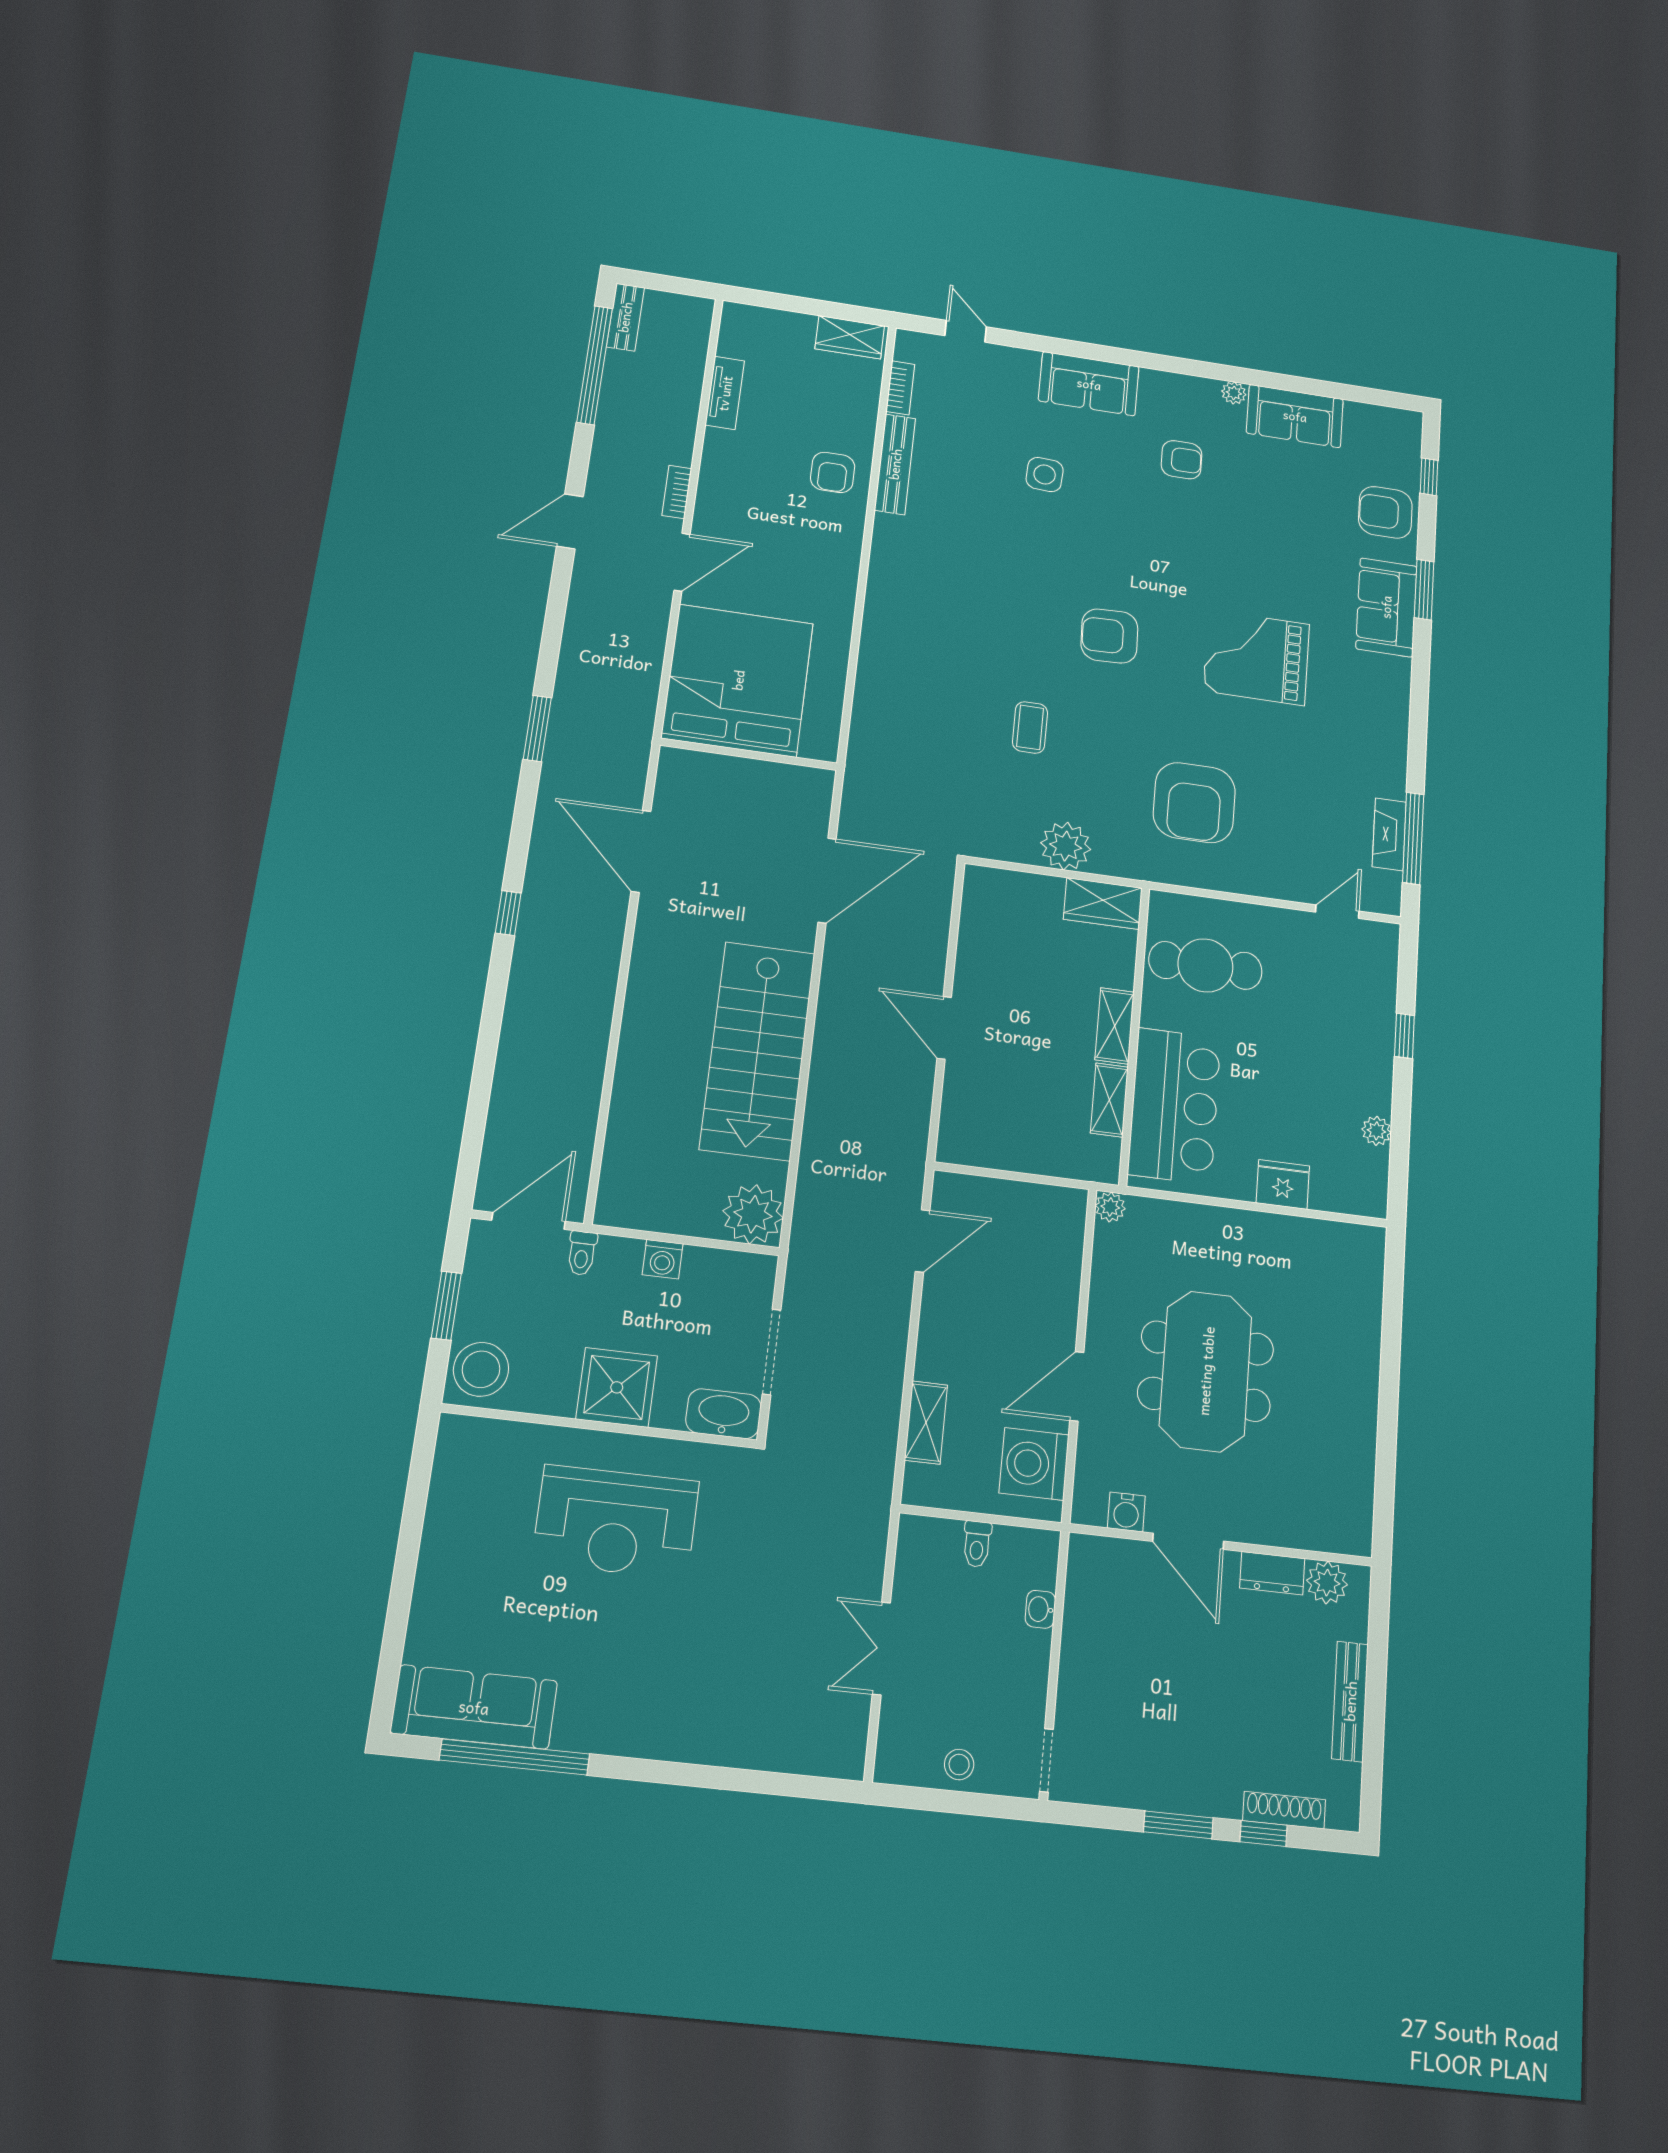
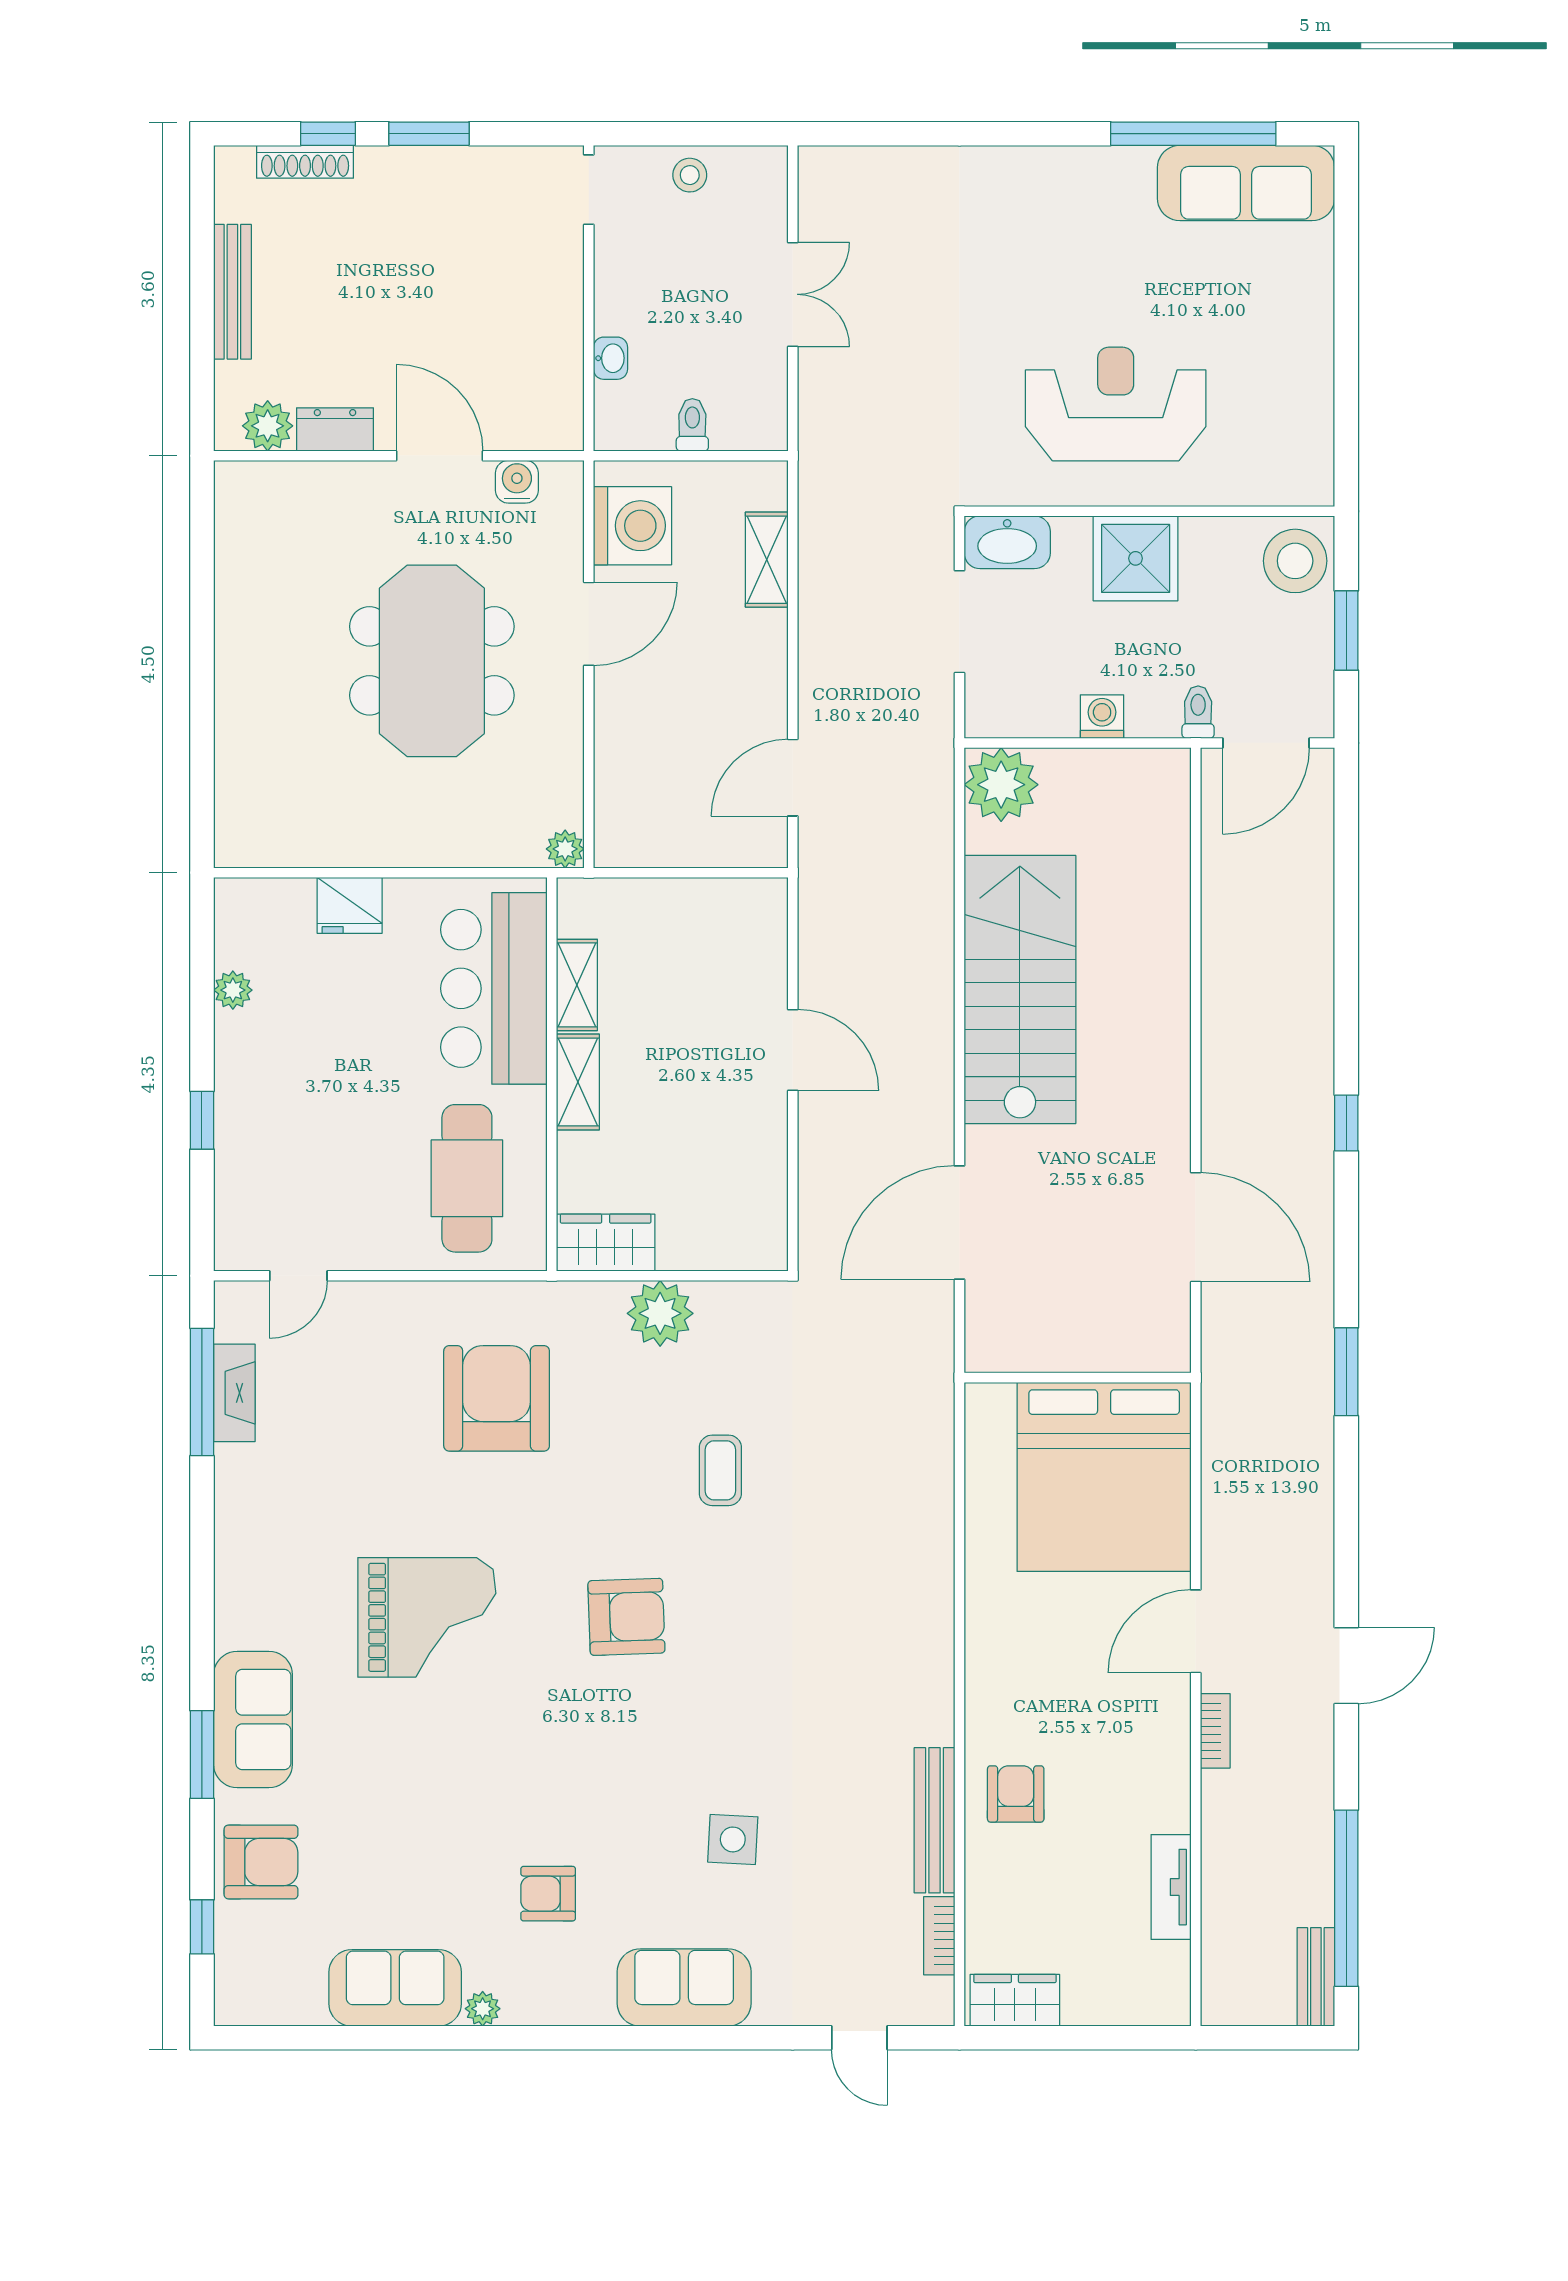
cafe table: (1205, 965) -> (467, 1178), turned 90

